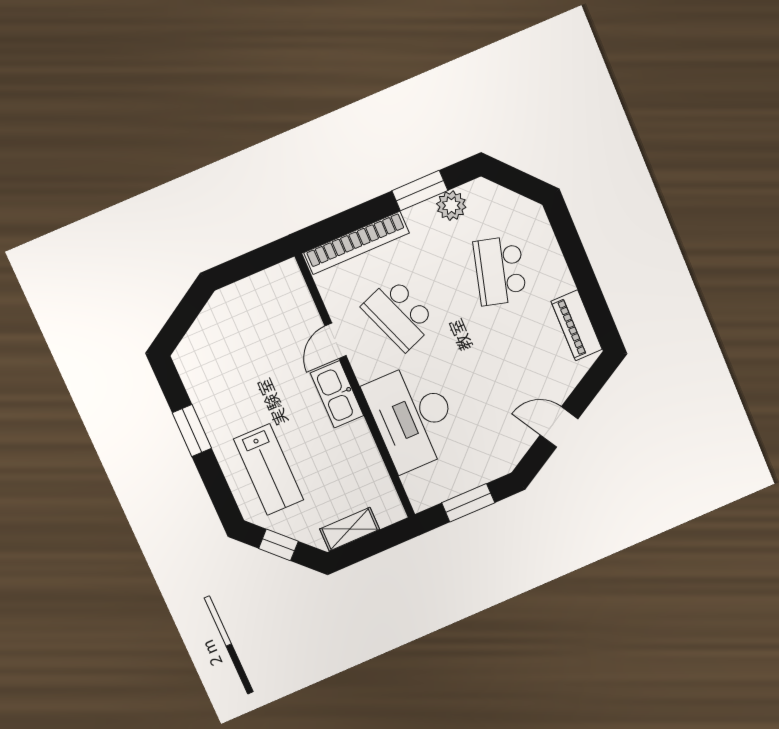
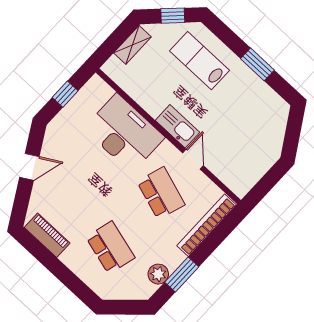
school desk: (399, 314) -> (161, 193), turned 39
window: (468, 503) -> (65, 94), width x0.67

